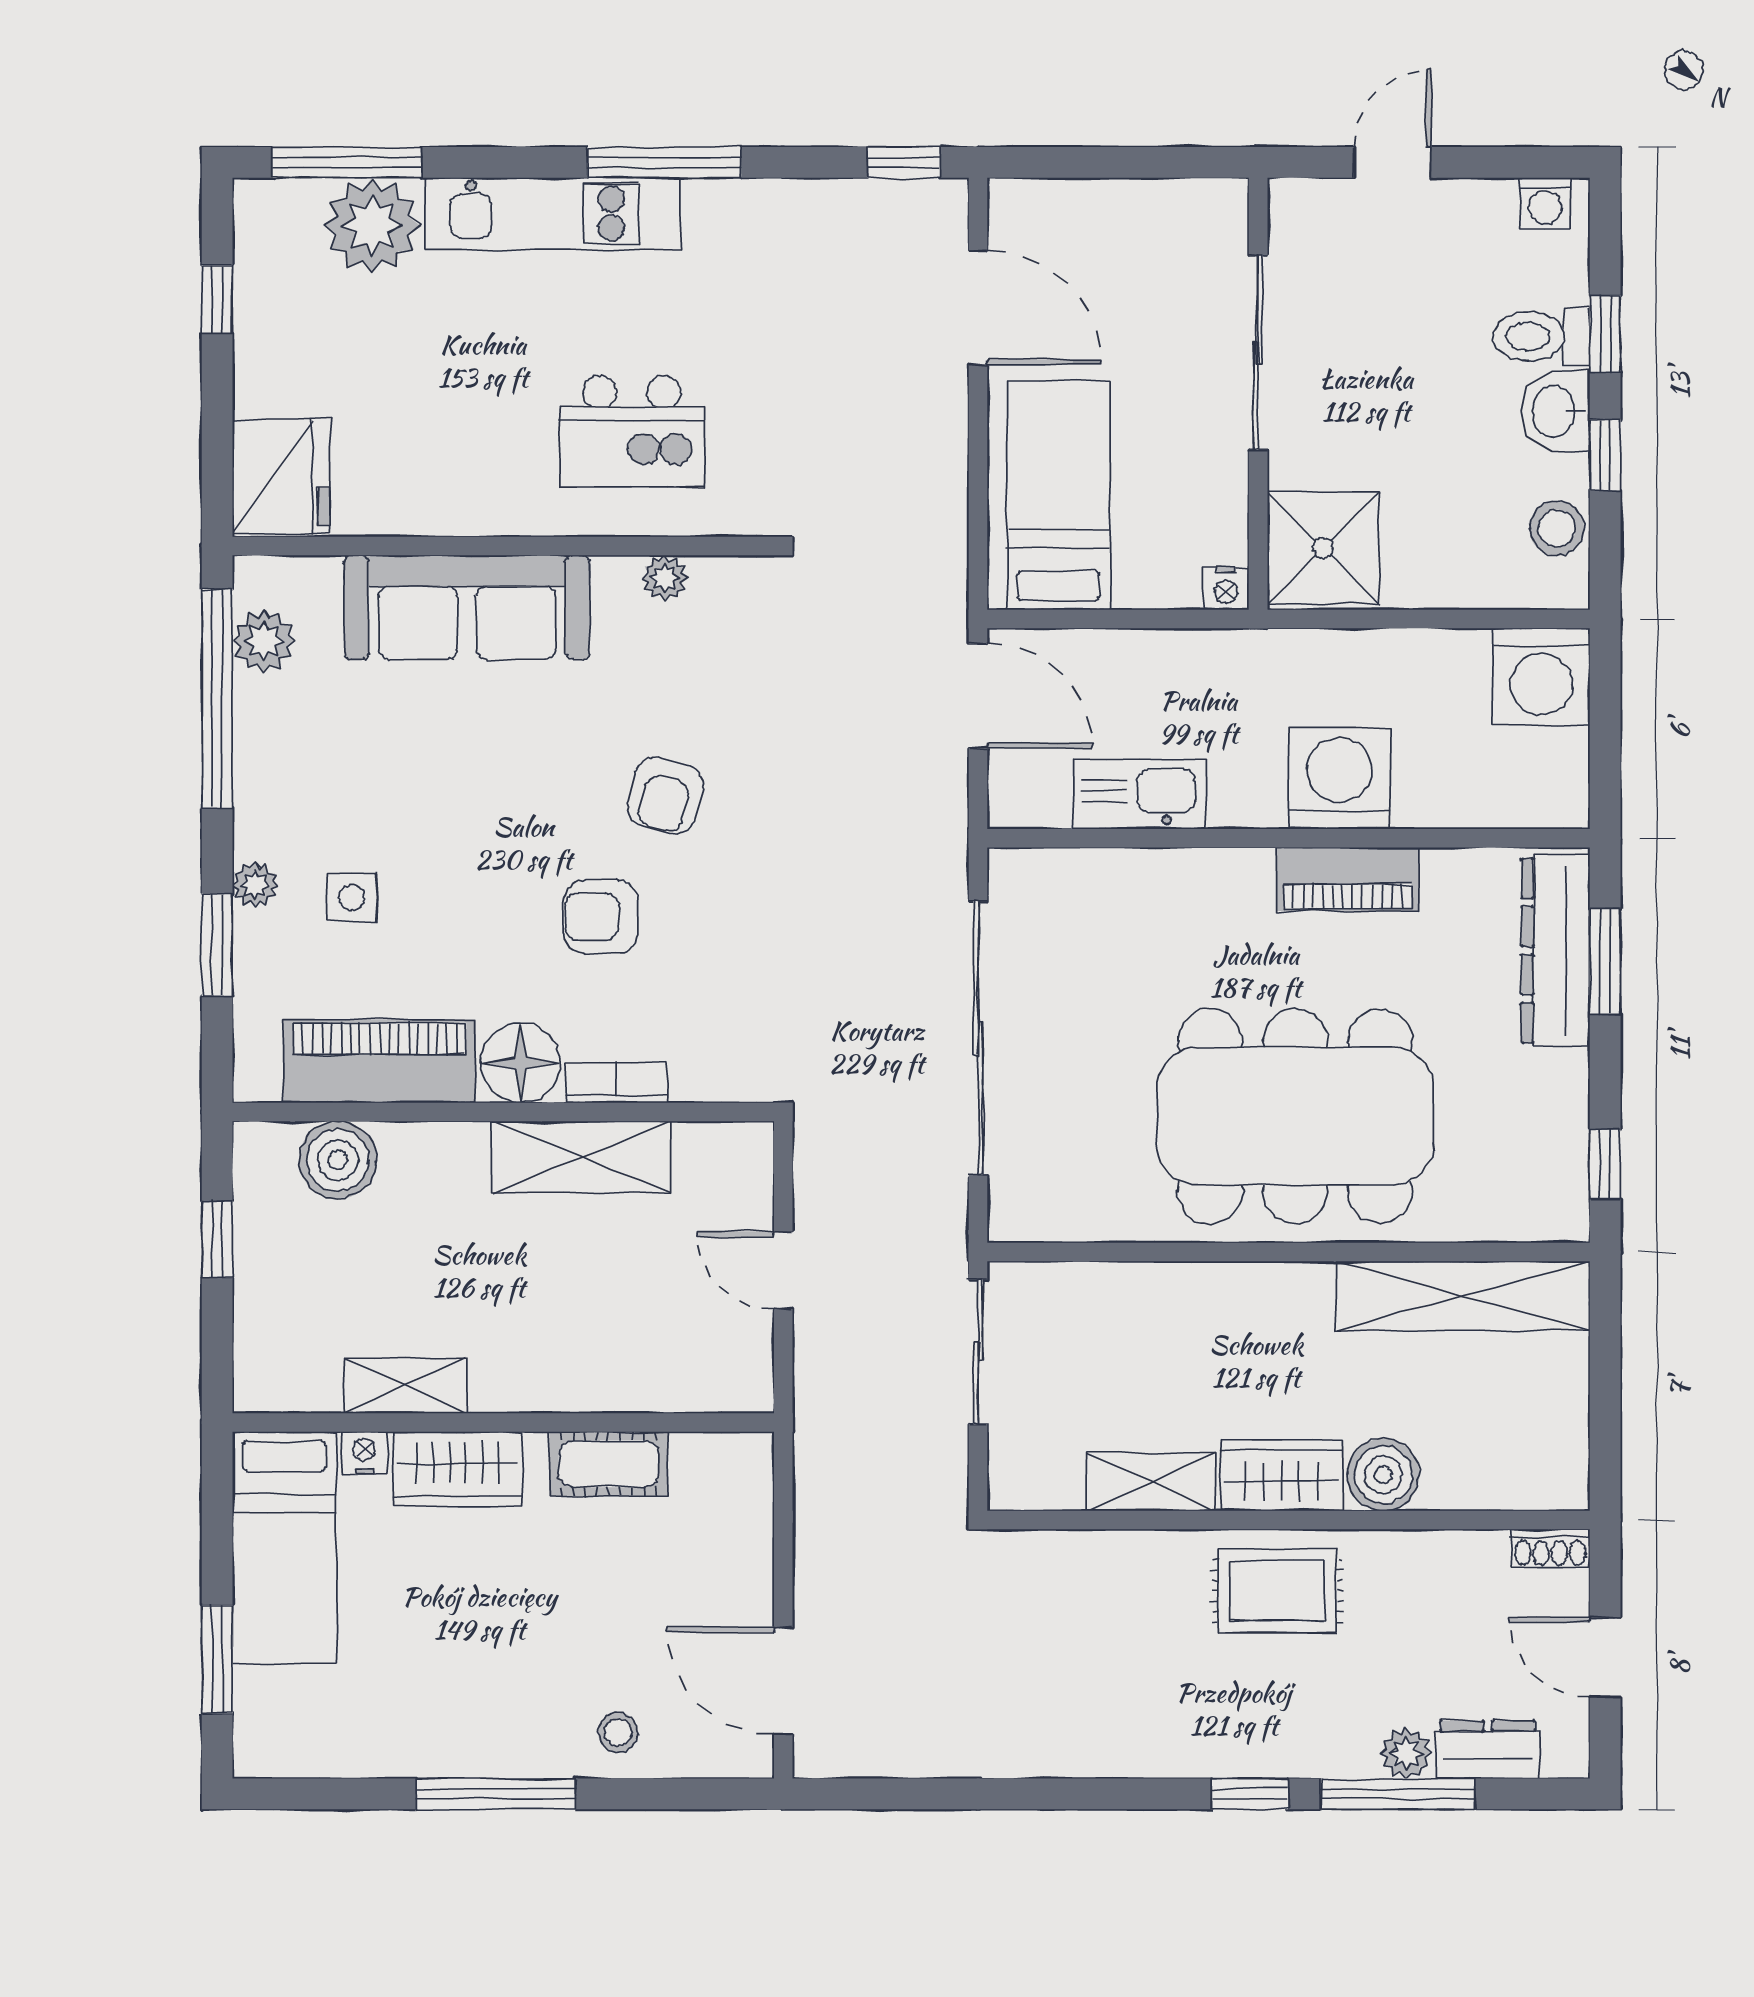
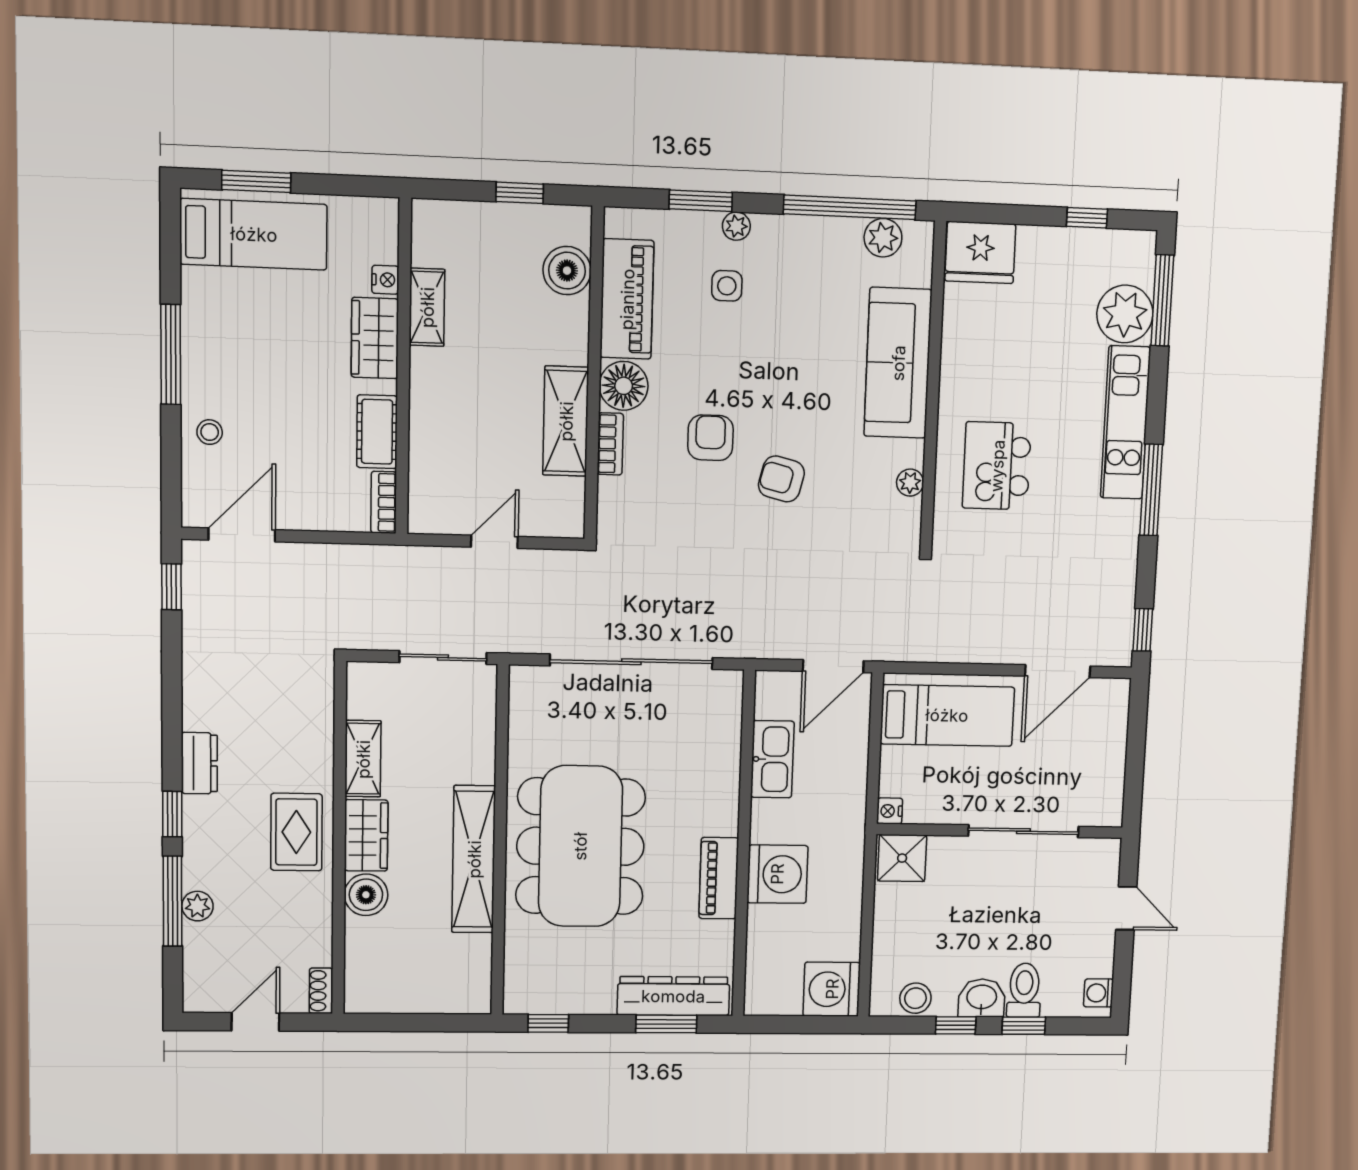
shower: (1323, 548) -> (902, 858), width x0.73, depth x0.73
shelving: (1463, 1296) -> (474, 859), moved
bookcase: (723, 1452) -> (384, 502), added
bed: (284, 1547) -> (254, 234), moved, turned 180
dresser: (1488, 1750) -> (199, 763), moved
window: (871, 1794) -> (171, 587), added

